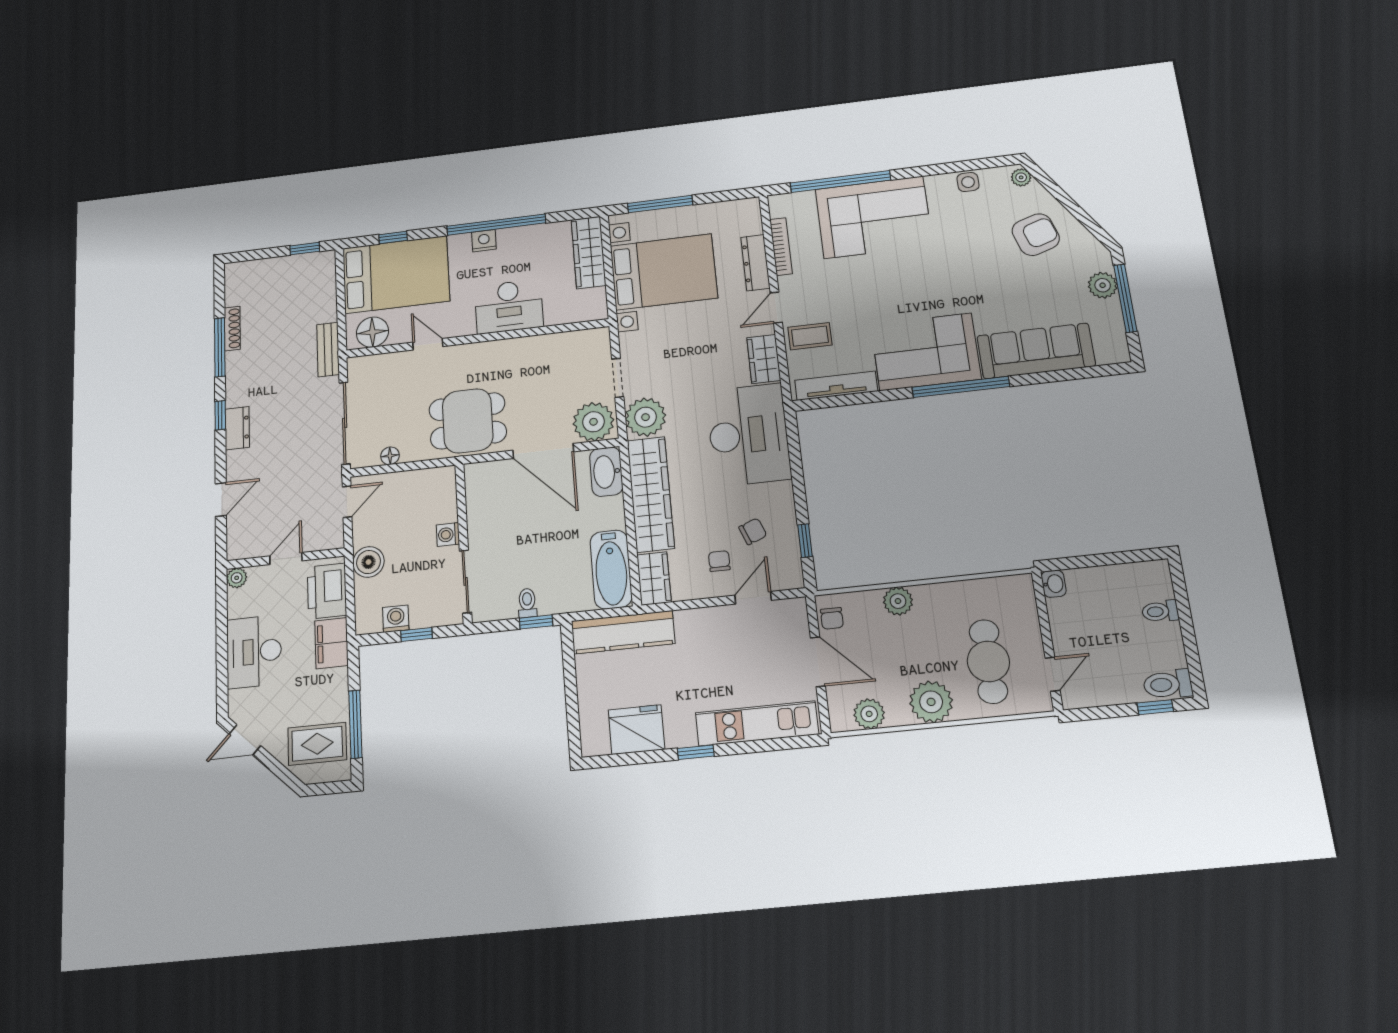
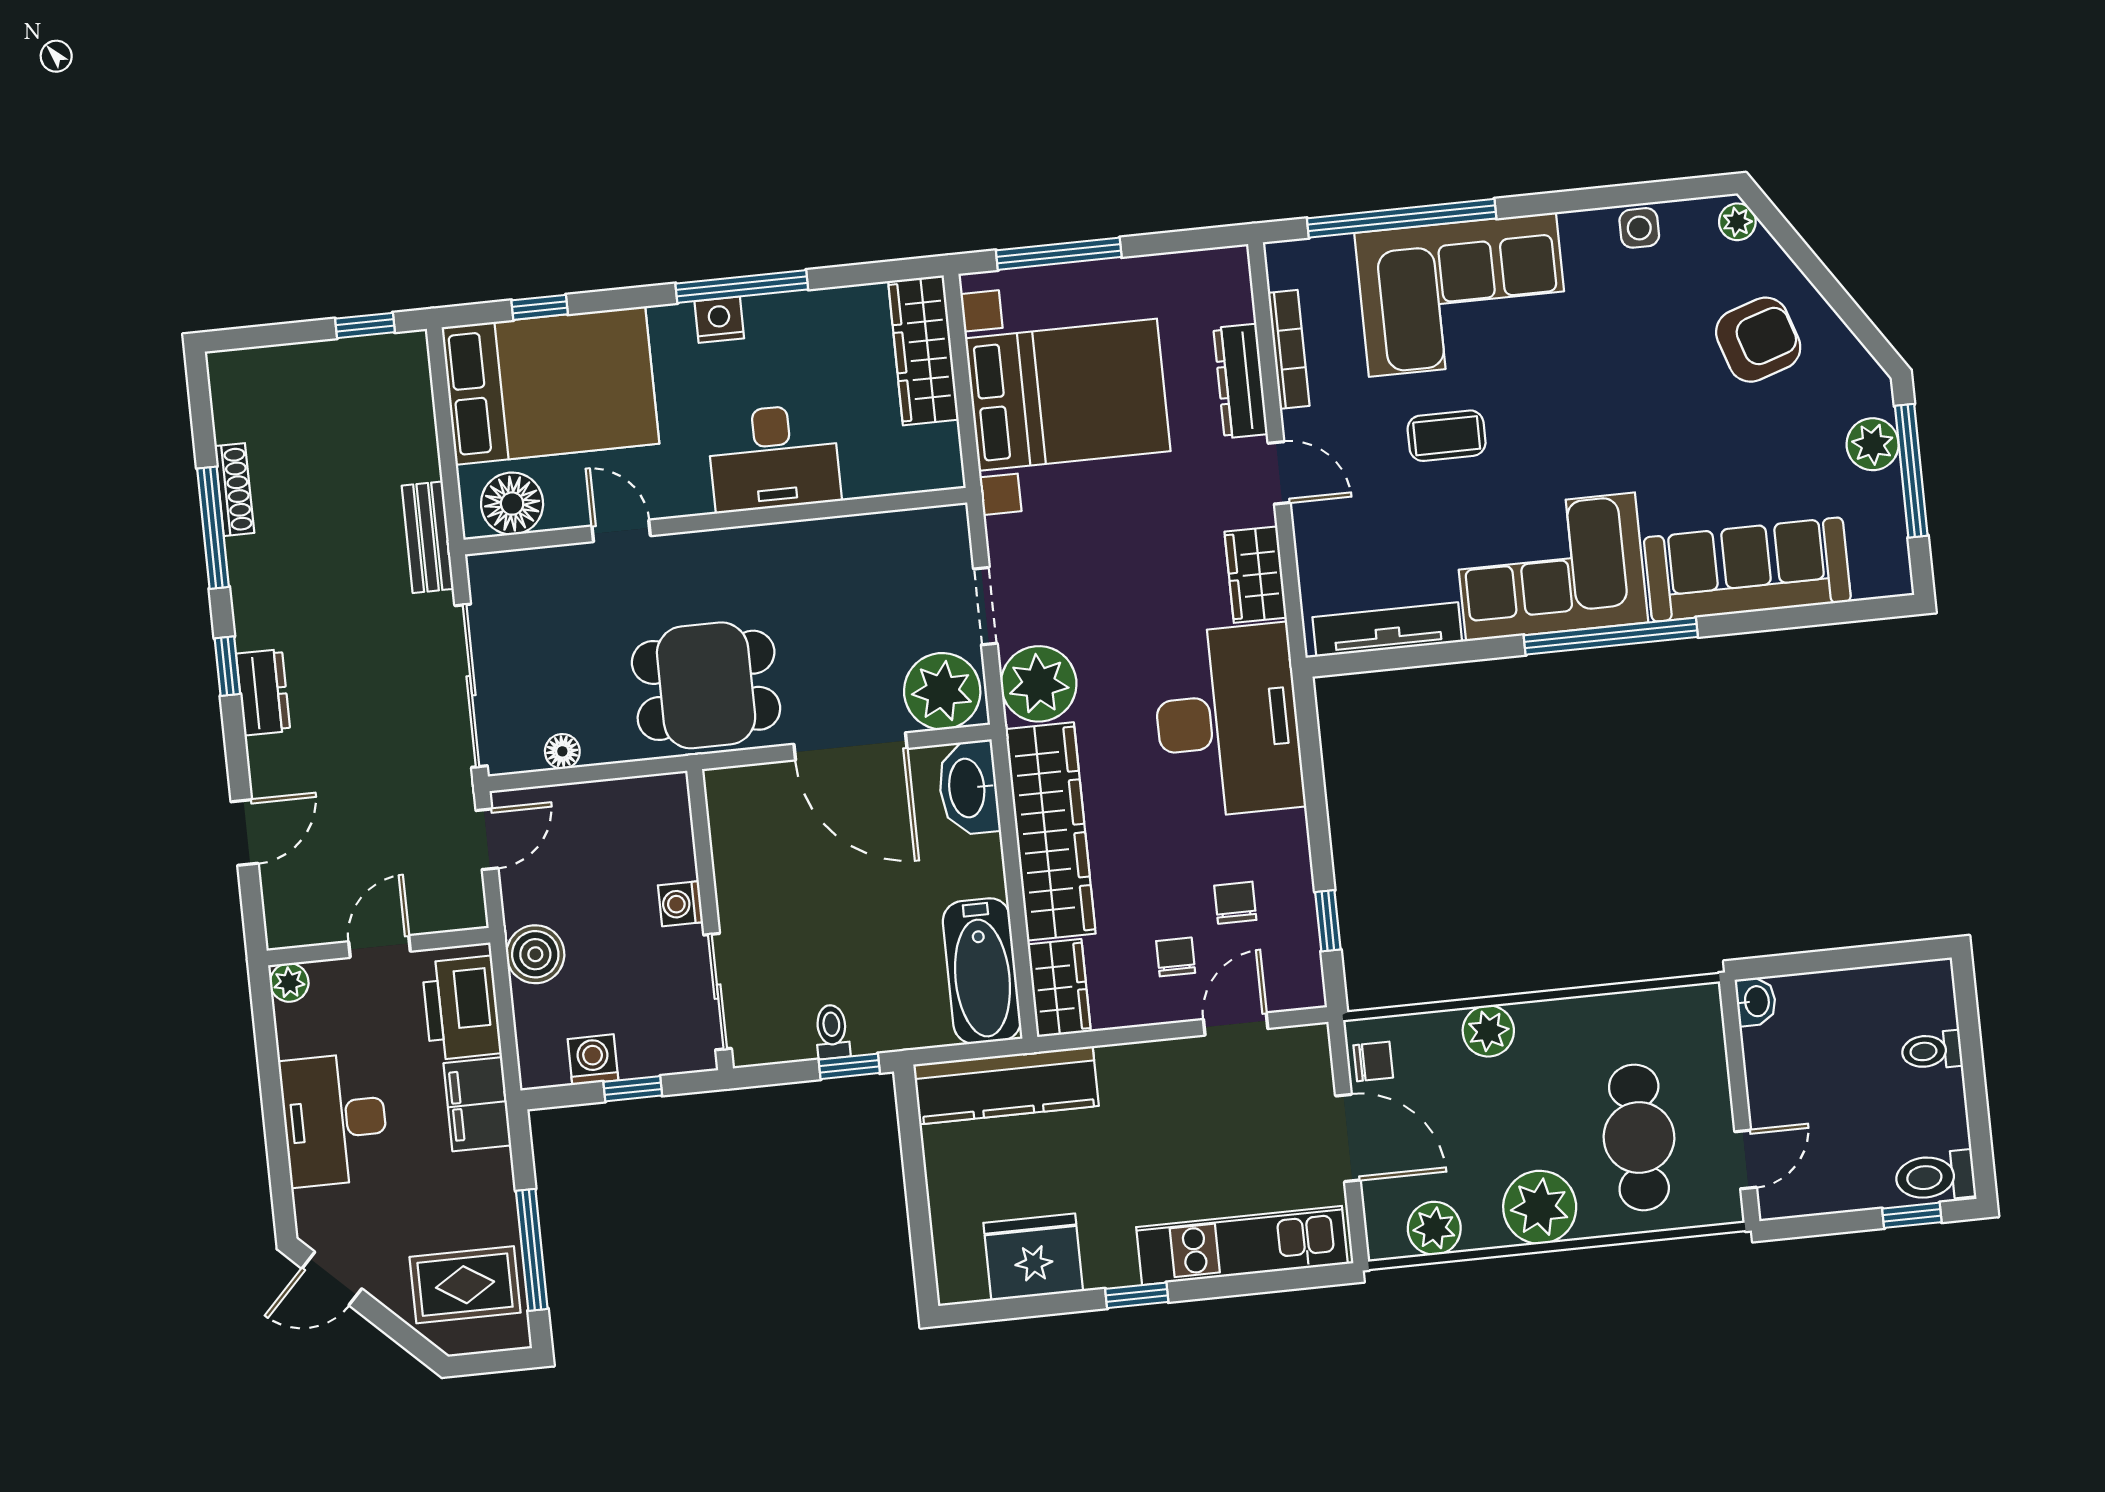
window: (496, 225) -> (742, 286), width x0.68
door: (776, 308) -> (1279, 473), swing flipped
coffee table: (810, 336) -> (1447, 436), moved
chair: (753, 531) -> (1235, 903), turned -69
chair: (832, 618) -> (1373, 1061), turned -90

